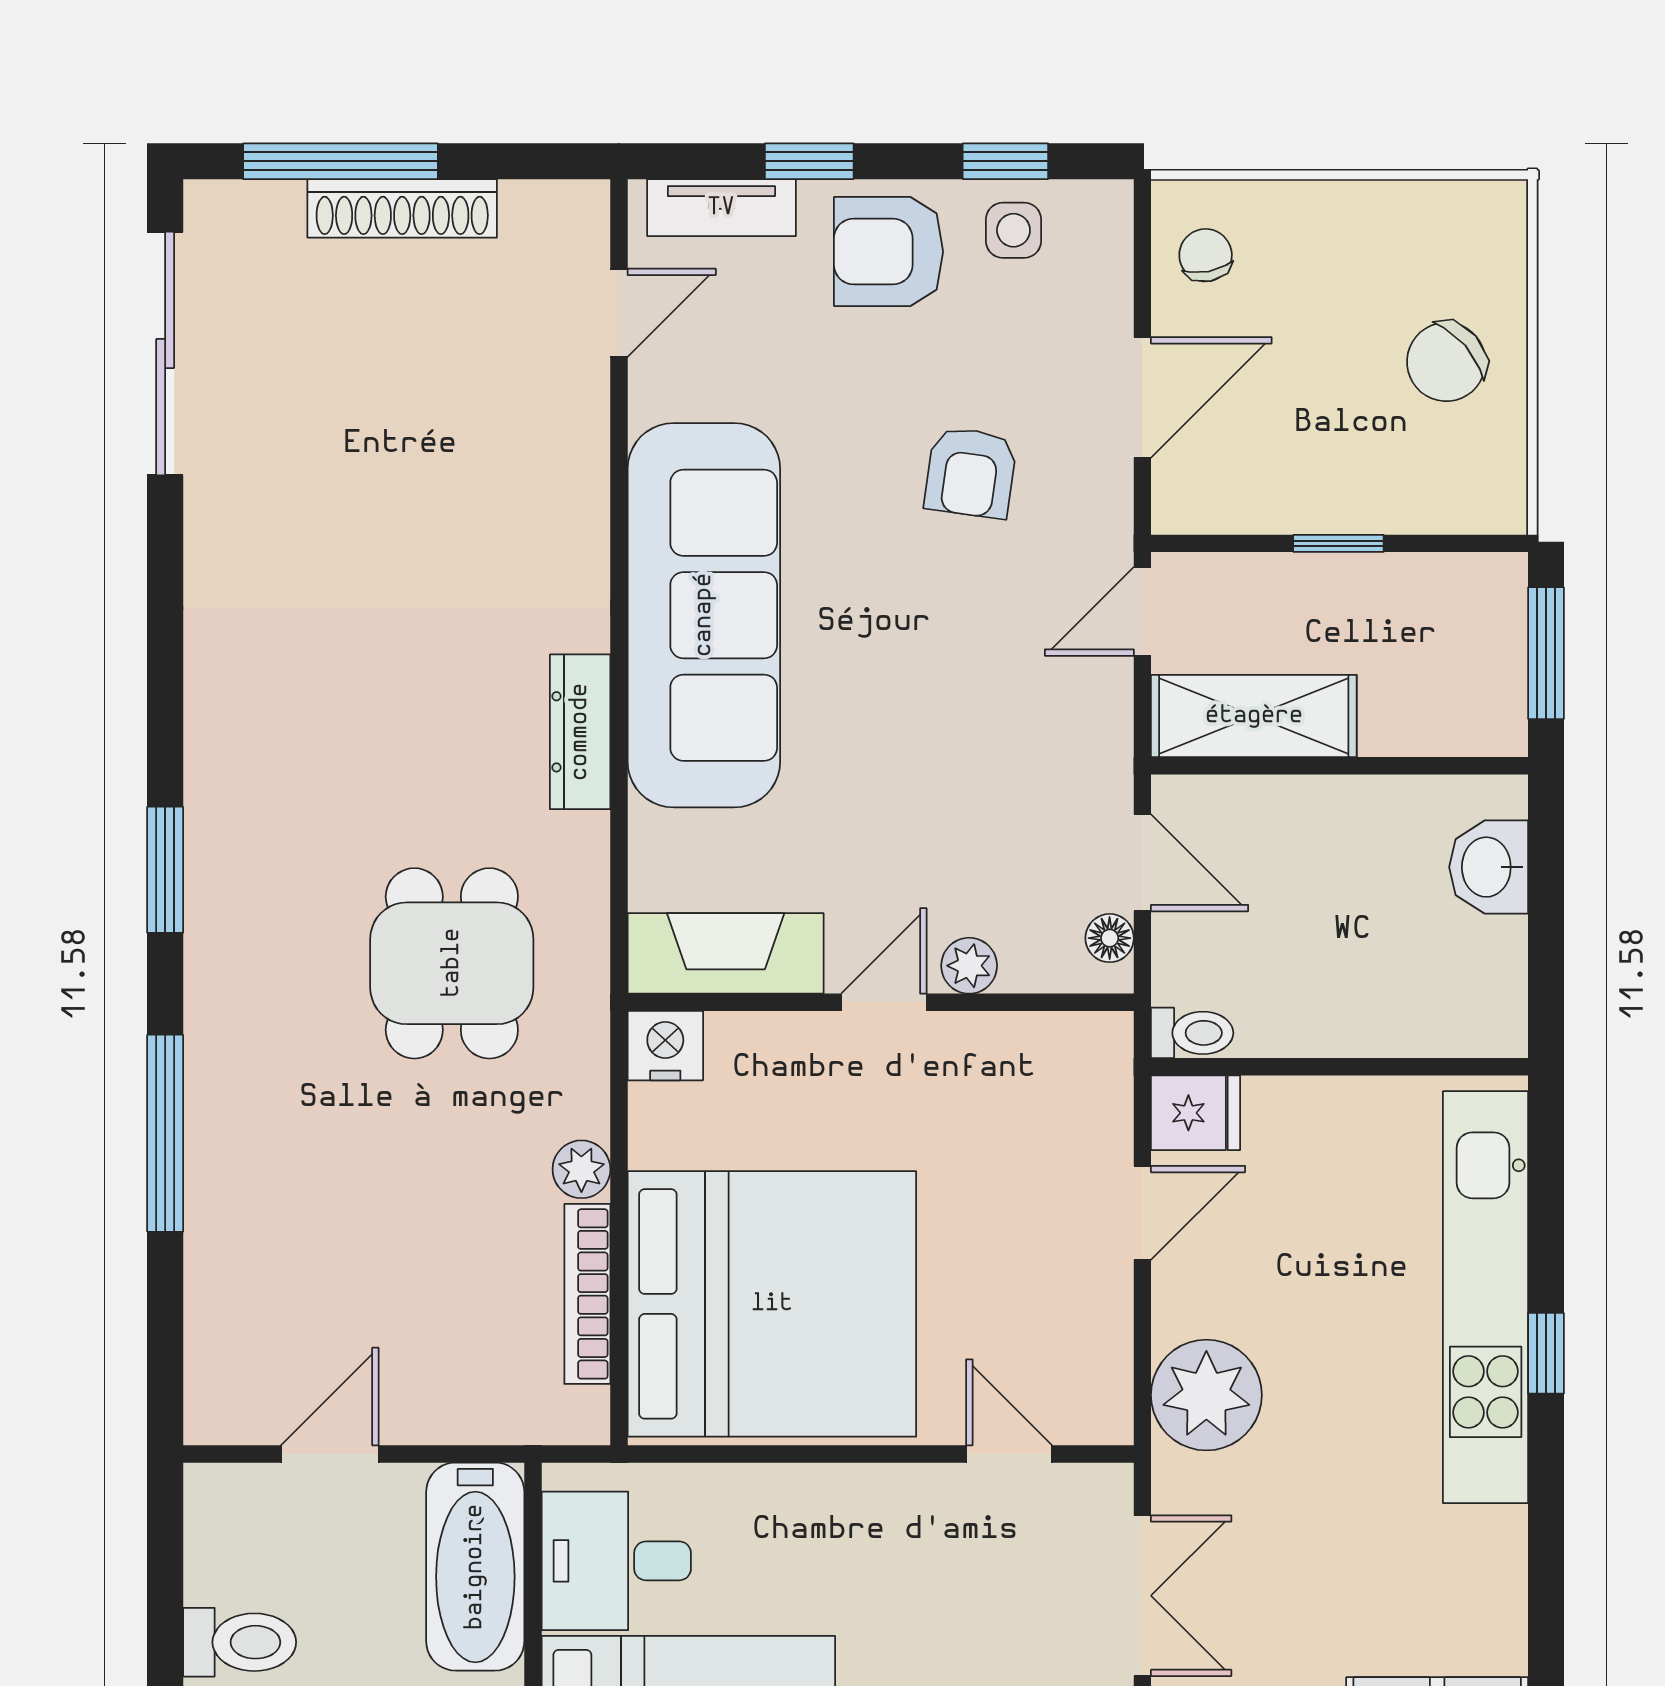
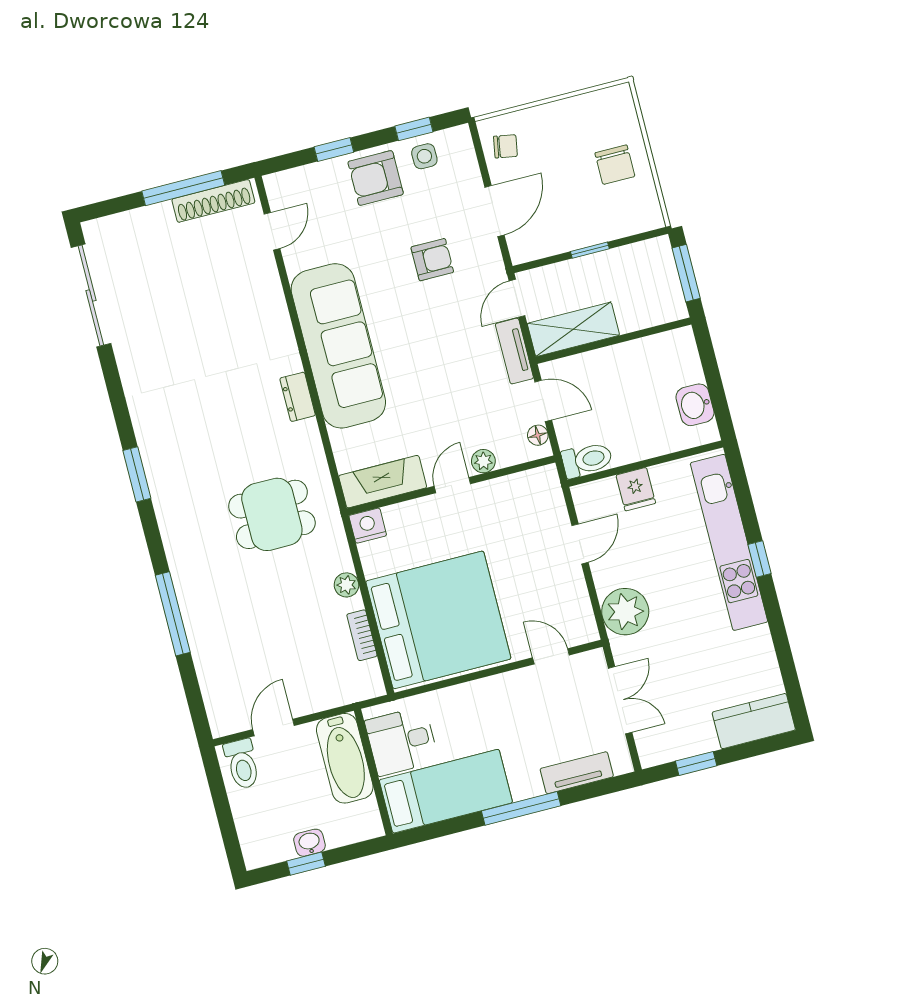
window: (340, 161) -> (183, 188), moved
shoe rack: (402, 208) -> (213, 201), moved
tv unit: (721, 208) -> (514, 351), moved, turned 90
chair: (1206, 255) -> (505, 146), turned 111
chair: (1446, 362) -> (615, 165), turned -49
armchair: (971, 472) -> (432, 260), turned -98
dresser: (580, 732) -> (298, 397), width x0.70
washbasin: (1489, 867) -> (695, 405), moved
window: (165, 870) -> (137, 474), moved
dining table: (452, 963) -> (272, 514), turned 90
toilet: (1192, 1033) -> (587, 460), width x1.37, depth x1.39
fridge: (1196, 1113) -> (636, 489), moved, turned 90
bookcase: (587, 1294) -> (362, 635), width x0.64
toilet: (240, 1642) -> (242, 764), moved, turned 90

